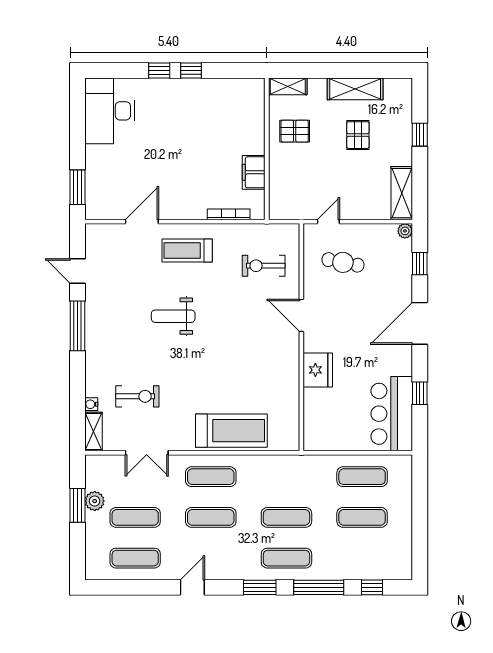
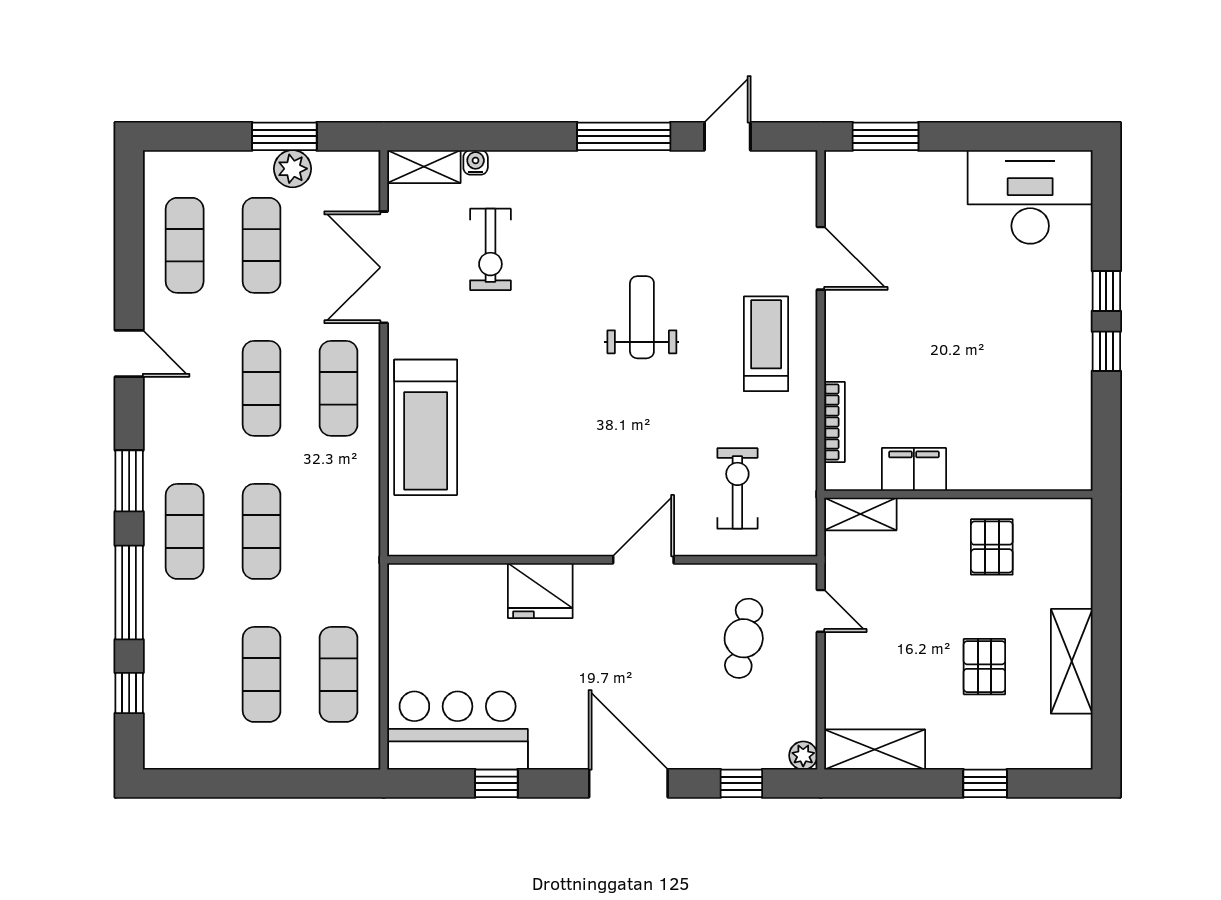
shelving: (288, 86) -> (860, 514), moved, turned 90
pallet: (358, 135) -> (984, 667), turned 90
double door: (147, 453) -> (384, 267), width x1.37

